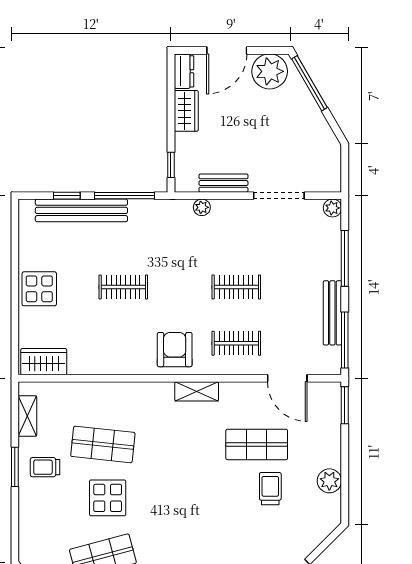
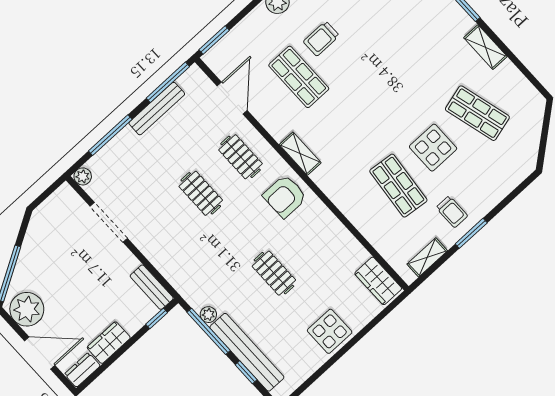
bench: (223, 183) -> (152, 287), moved
plant: (202, 207) -> (208, 315), moved

